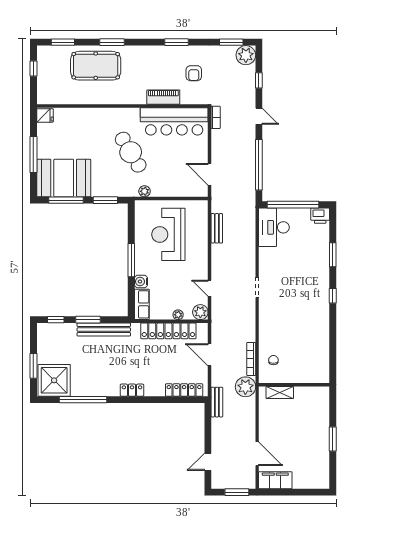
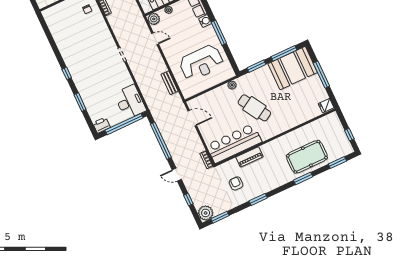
reception desk: (168, 234) -> (201, 63), turned 90

